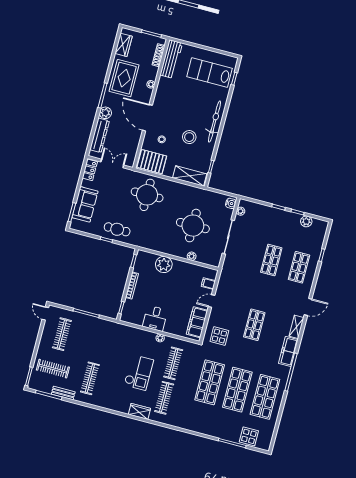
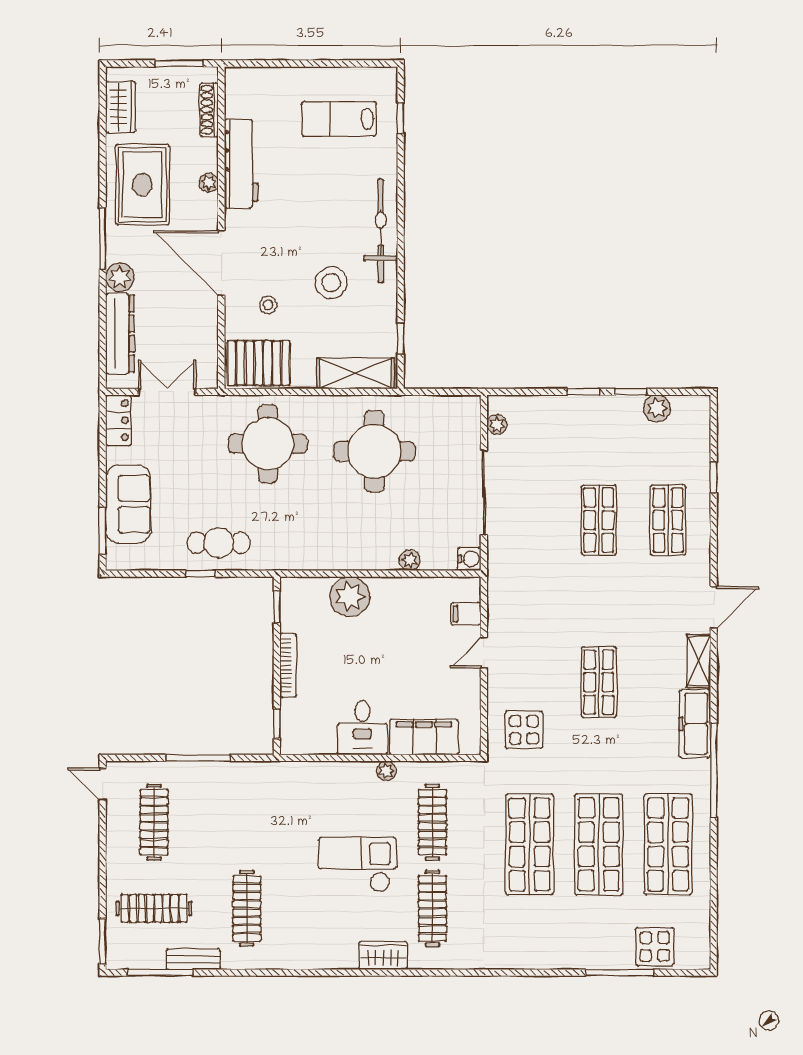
workbench: (171, 59) -> (241, 164), moved
lab bench: (210, 73) -> (339, 119), width x0.73, depth x0.72
water cooler: (231, 203) -> (469, 559), moved
round table: (193, 226) -> (374, 451), moved
filing cabinet: (197, 322) -> (424, 737), moved, turned 90
checkout: (139, 372) -> (357, 865), turned -90

